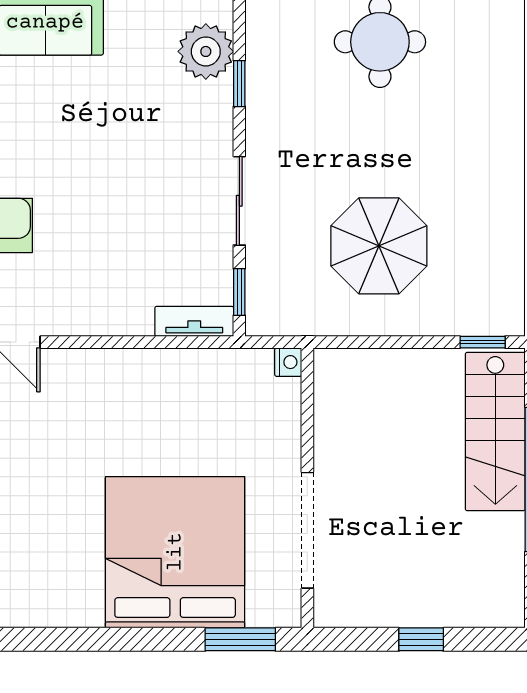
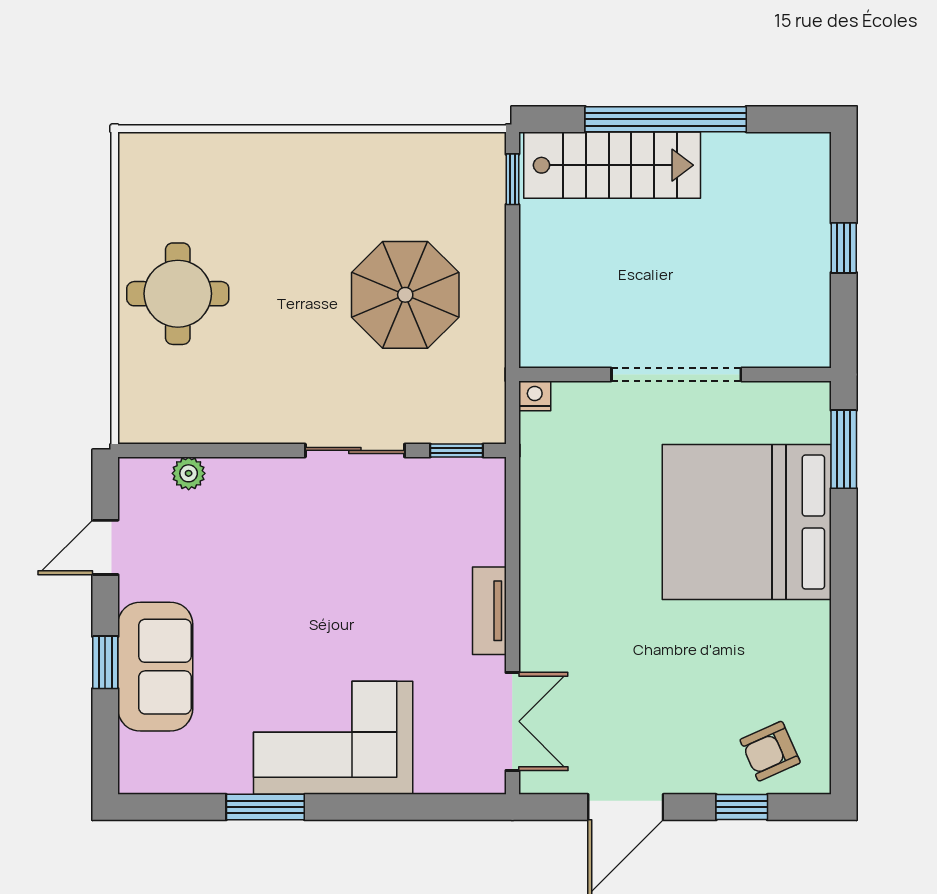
plant: (206, 51) -> (189, 473), width x0.53, depth x0.53
window: (239, 84) -> (224, 450), removed
tv unit: (194, 321) -> (489, 611), moved
doorway: (307, 530) -> (676, 375), moved

